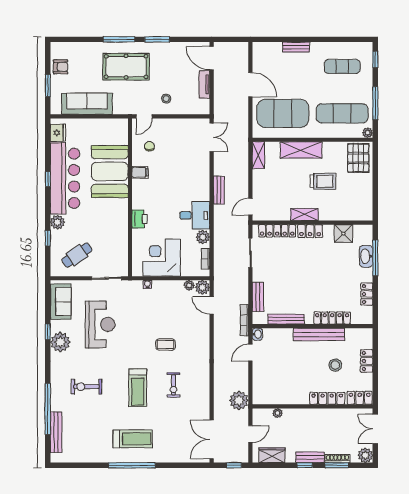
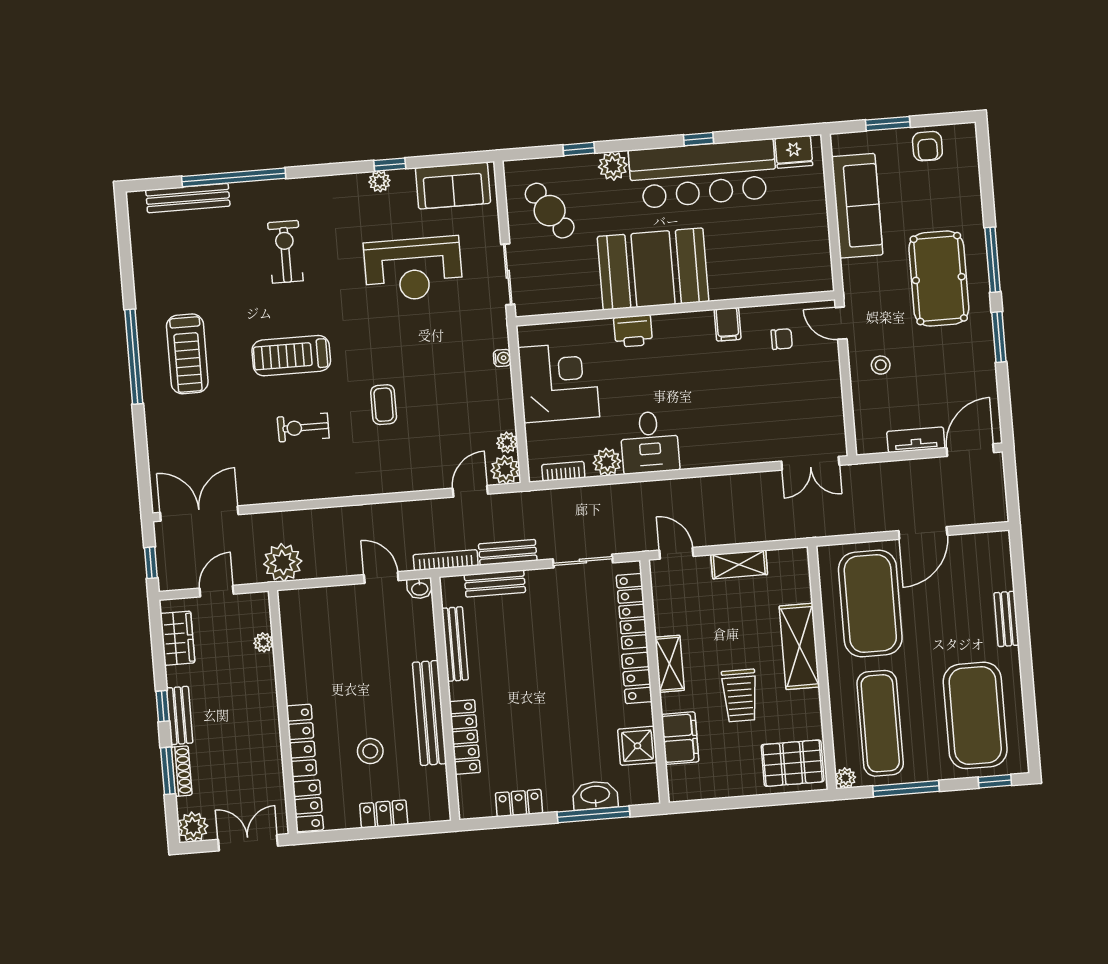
exercise mat: (342, 66) -> (975, 715), width x2.00, depth x1.45
shelving: (258, 155) -> (739, 564), moved
booth: (110, 171) -> (653, 269), moved
bench: (219, 190) -> (508, 552), moved
filing cabinet: (341, 212) -> (680, 738), added
plant: (60, 342) -> (380, 181), width x0.53, depth x0.53
door: (250, 434) -> (217, 591), swing flipped

